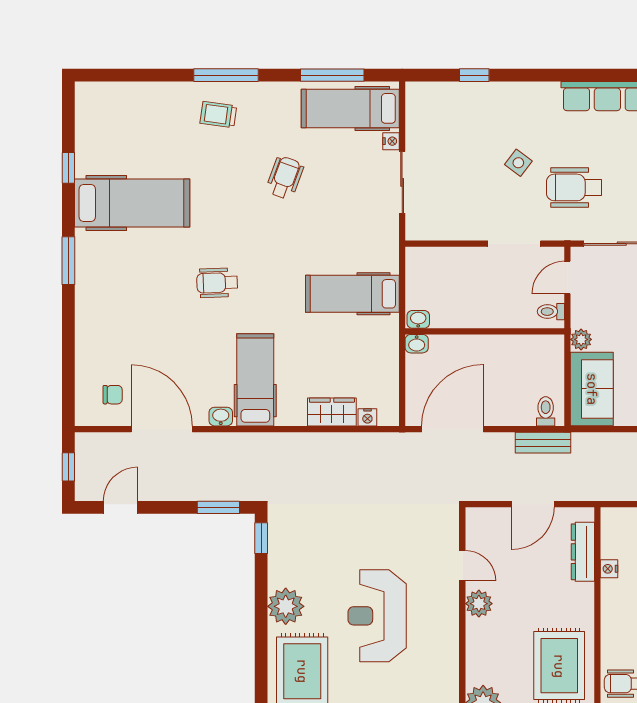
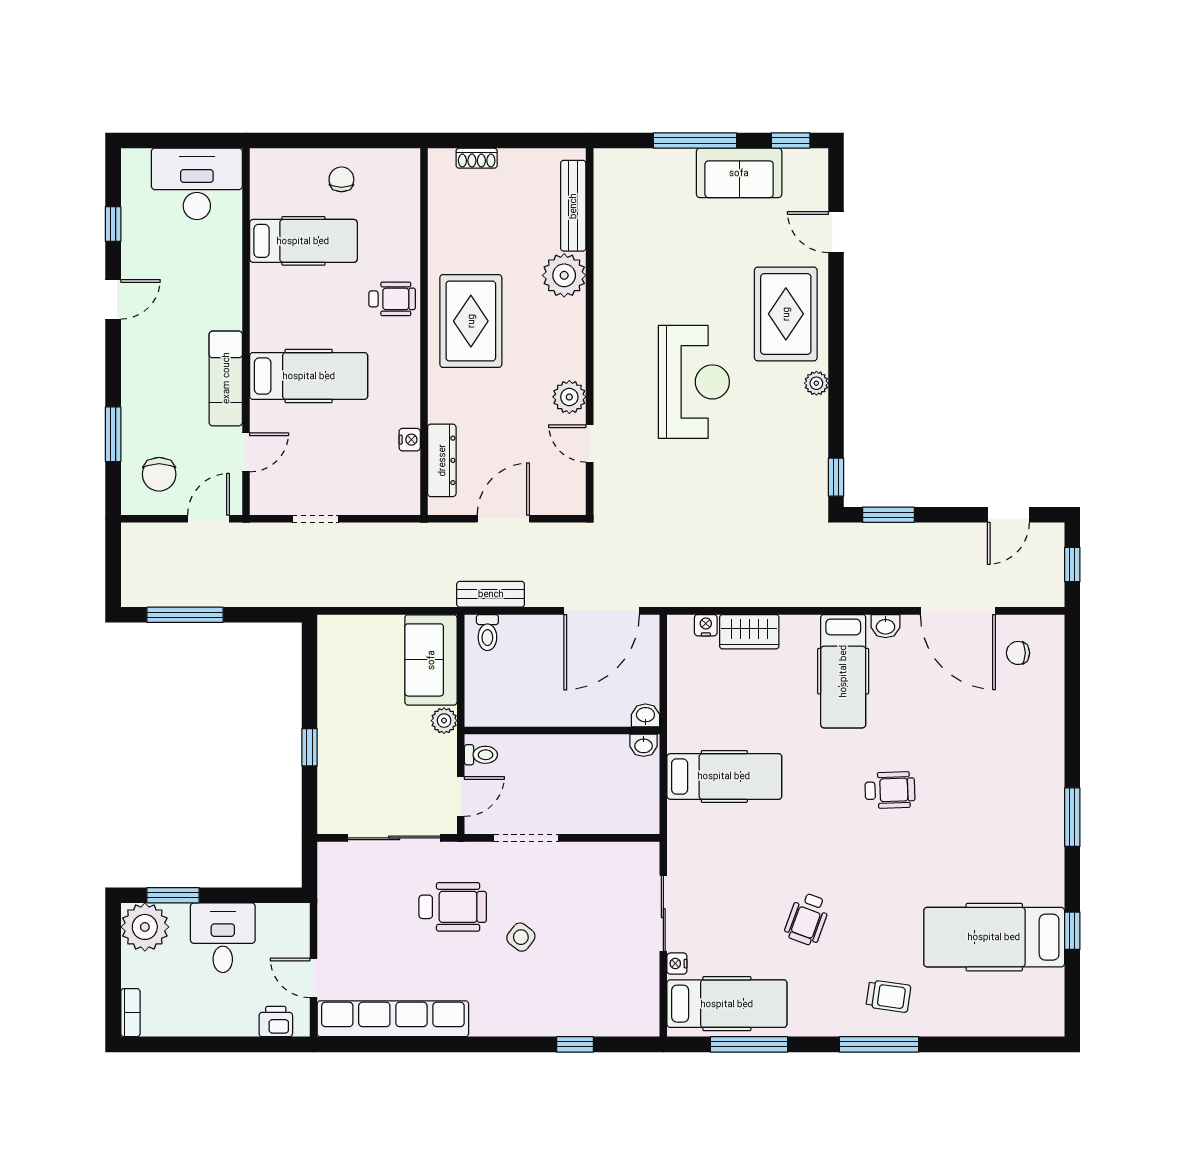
hospital bed: (132, 203) -> (994, 937), moved
plant: (286, 606) -> (816, 383), width x0.53, depth x0.53

